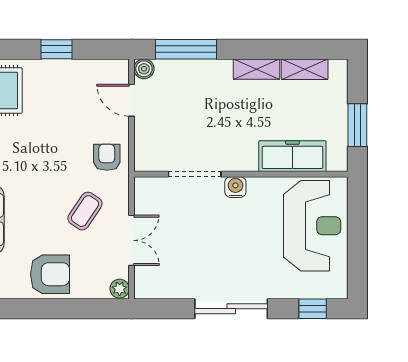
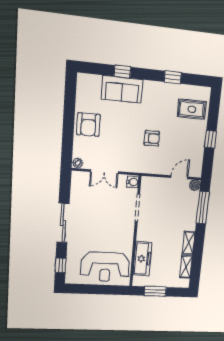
armchair: (107, 157) -> (152, 138), moved
water cooler: (235, 187) -> (133, 182), moved
coffee table: (85, 211) -> (122, 147), removed

